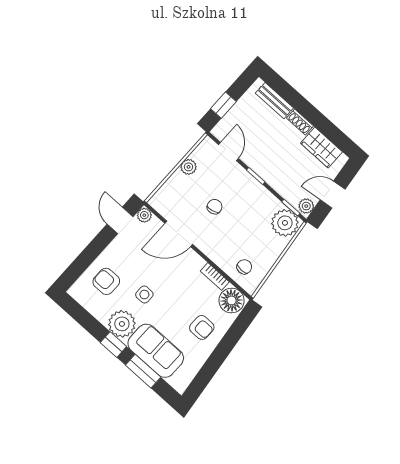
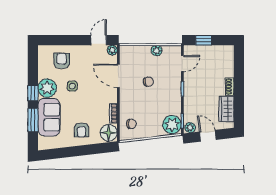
bench: (274, 101) -> (229, 64), removed

